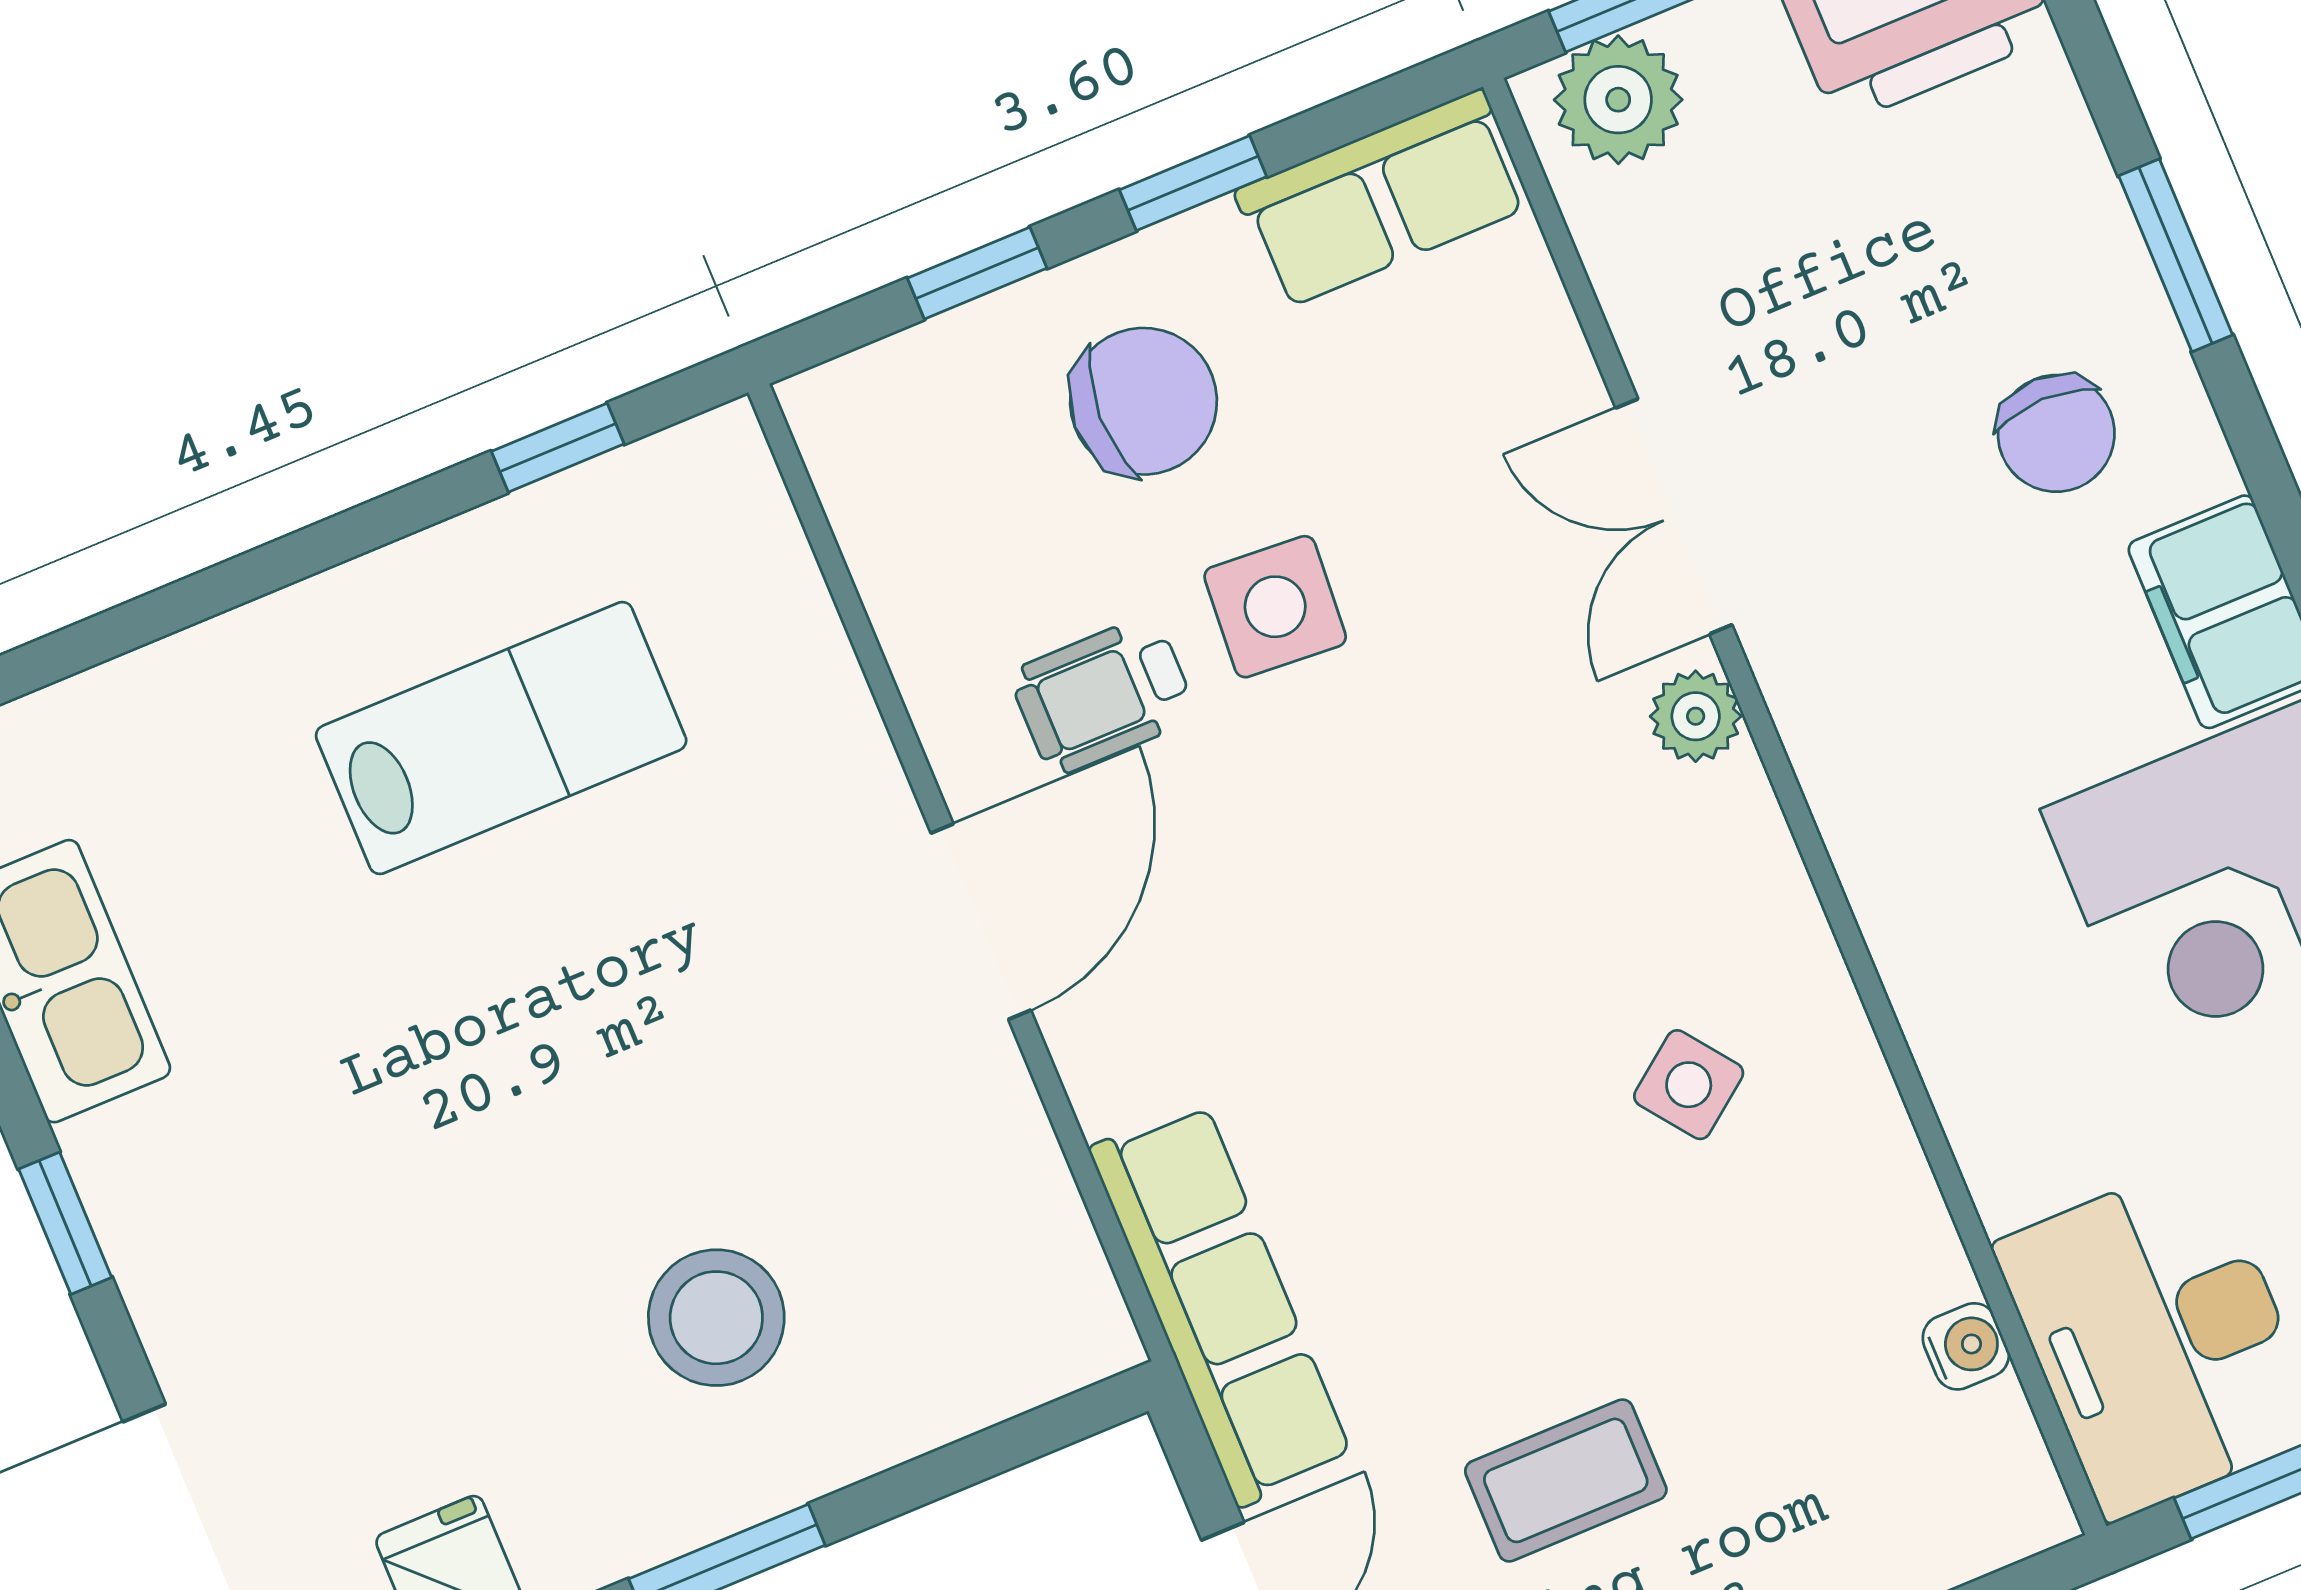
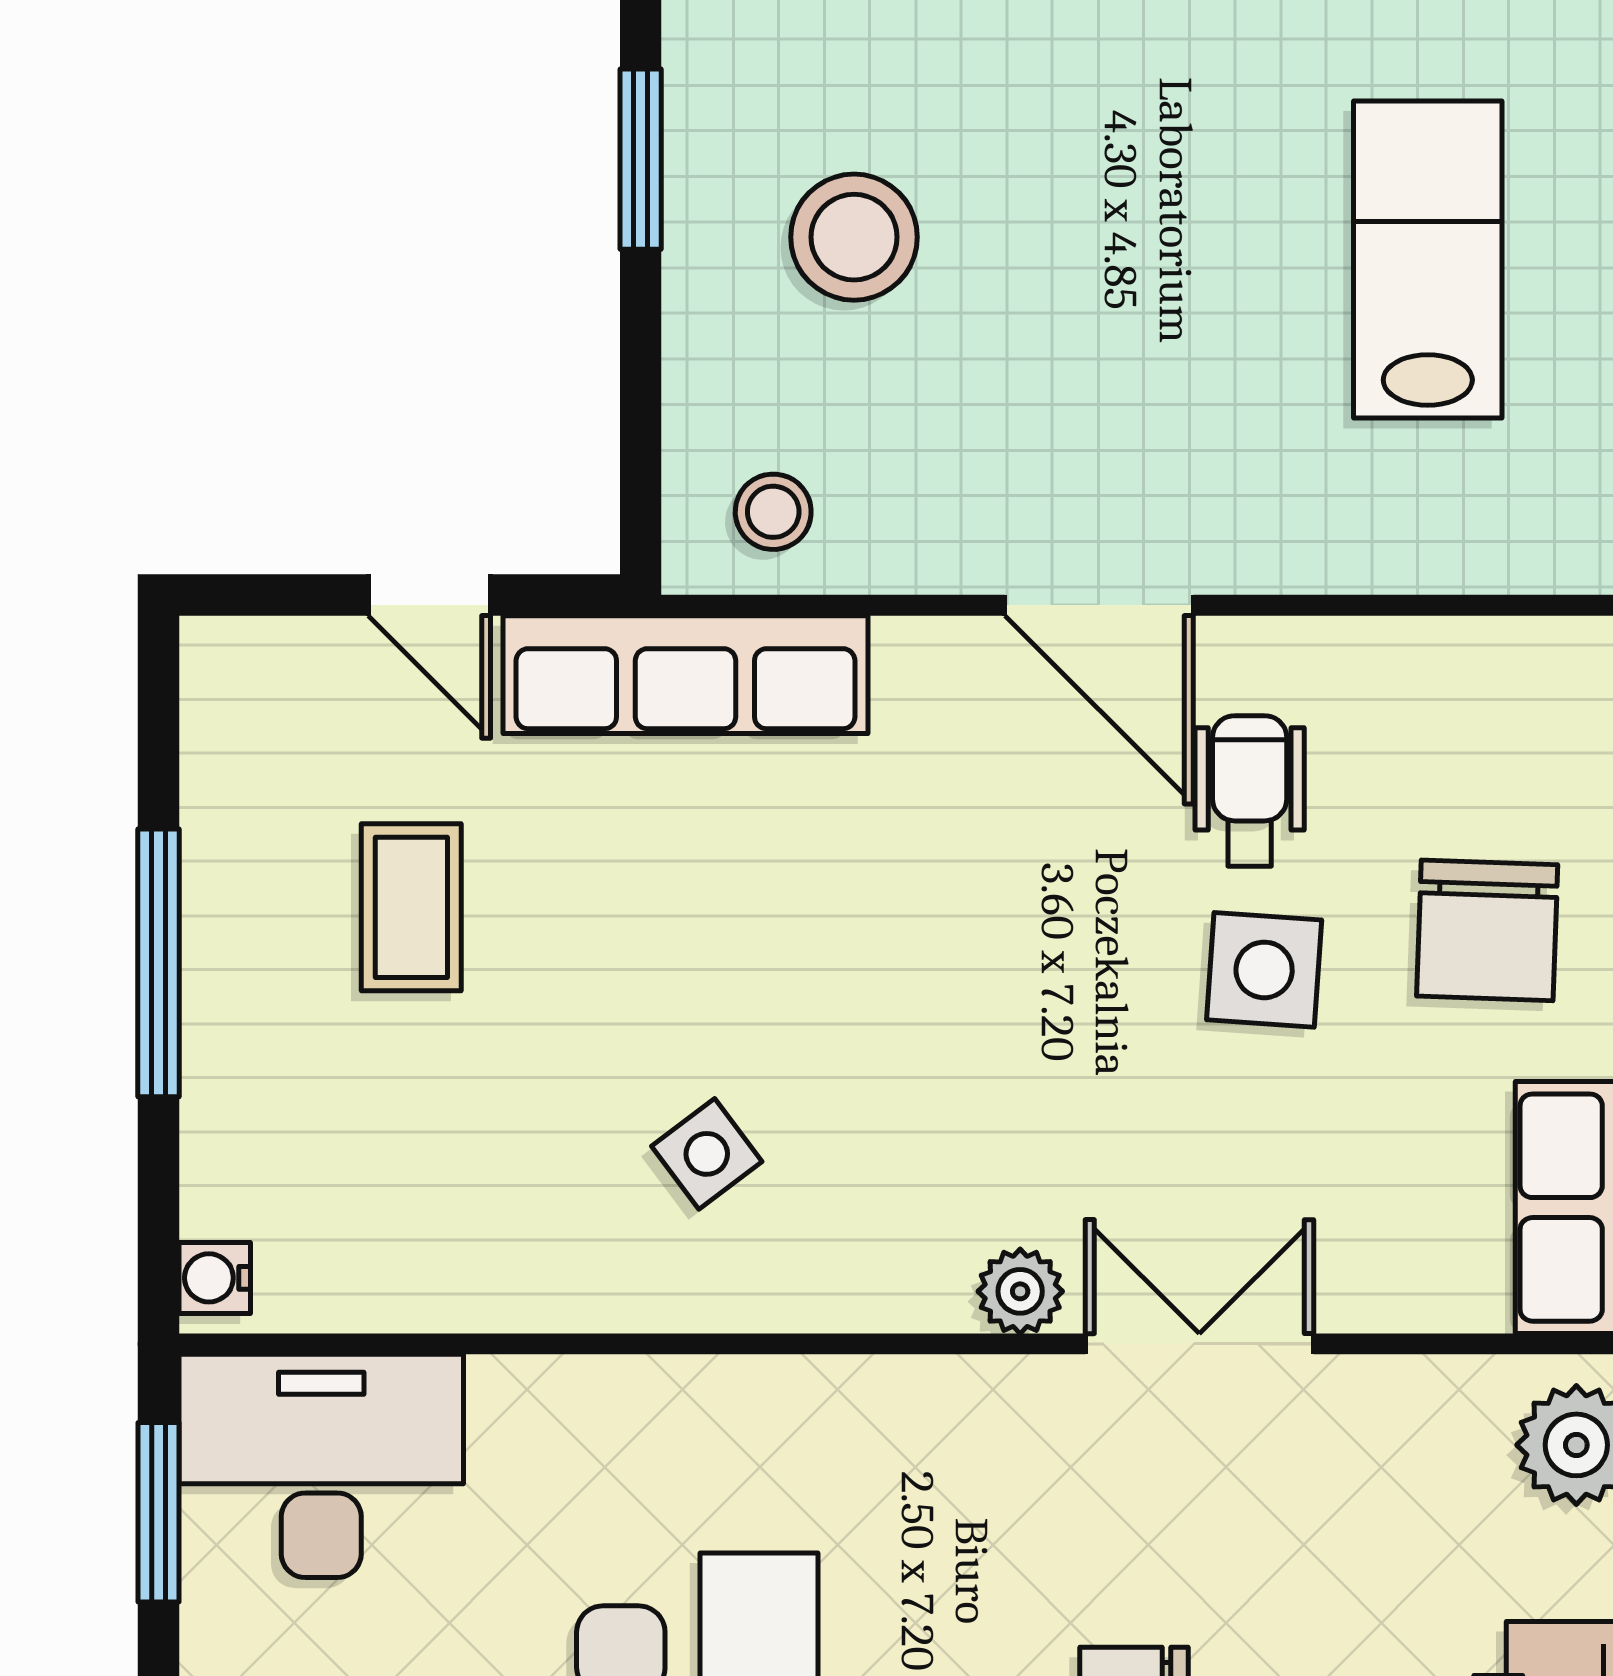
lab bench: (501, 738) -> (1428, 259), turned 180
stool: (1023, 1284) -> (773, 512), added
water cooler: (1966, 1346) -> (215, 1278), moved, turned 90

